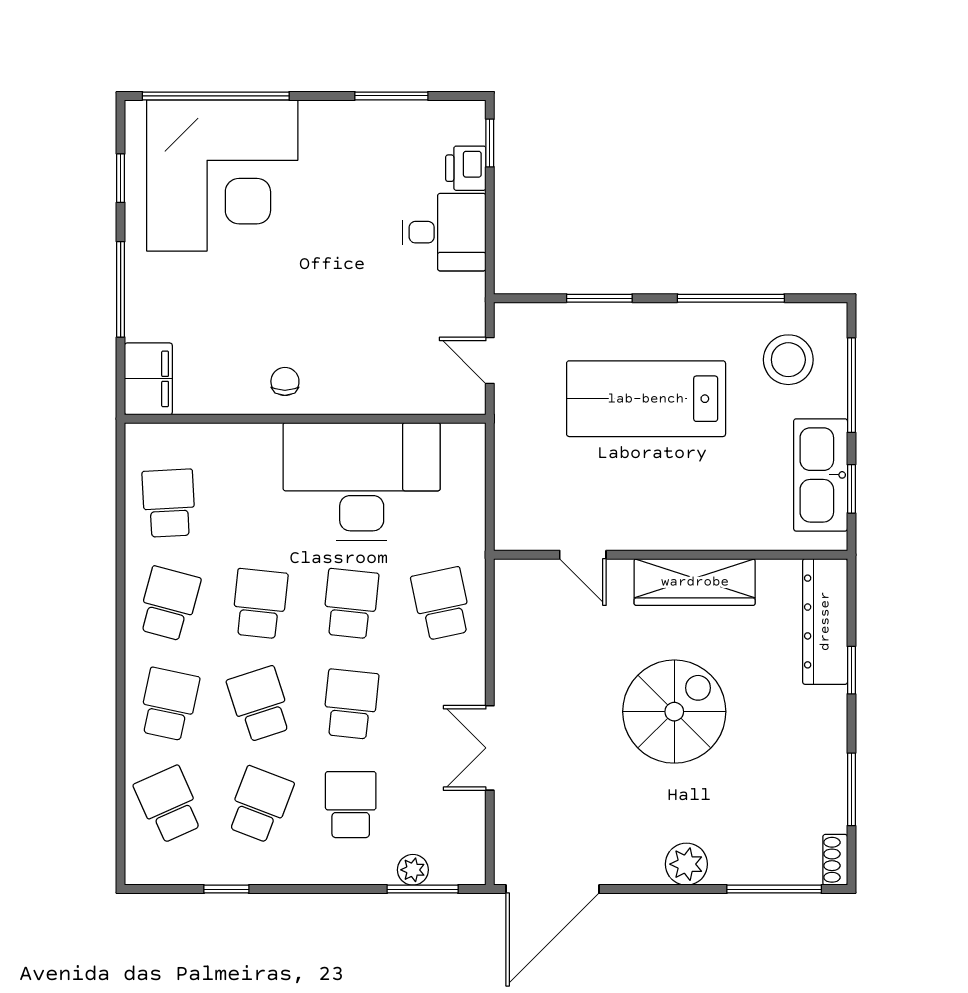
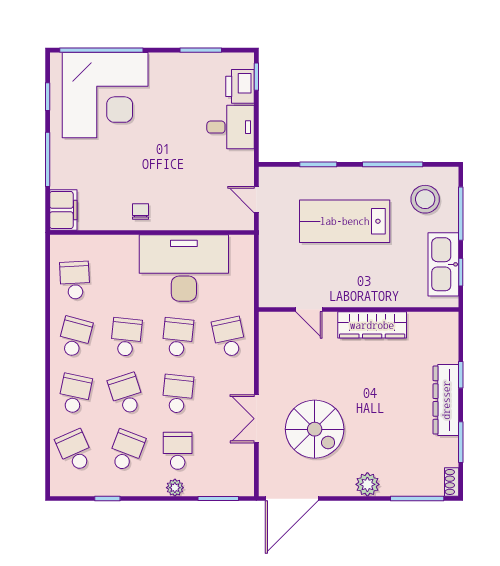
printer: (466, 168) -> (240, 86), width x1.36, depth x1.24
dresser: (825, 621) -> (446, 400), moved
spiral stairs: (674, 712) -> (315, 429), moved, turned 90
plant: (413, 870) -> (175, 488), moved

